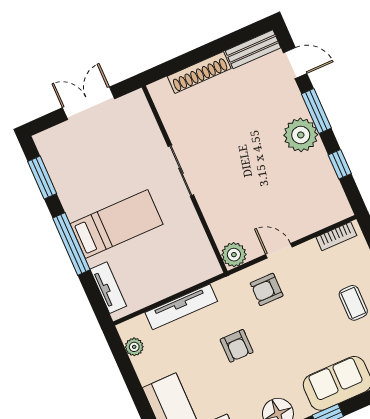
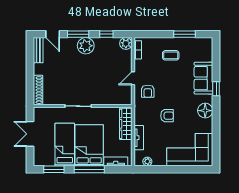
door: (295, 63) -> (53, 34), swing flipped
shoe rack: (199, 72) -> (38, 90), moved
bed: (97, 178) -> (65, 145), added
bed: (116, 224) -> (89, 145), width x1.50
plant: (234, 255) -> (126, 43), moved
wardrobe: (187, 275) -> (126, 124), added
tv unit: (181, 307) -> (139, 138), width x0.71

